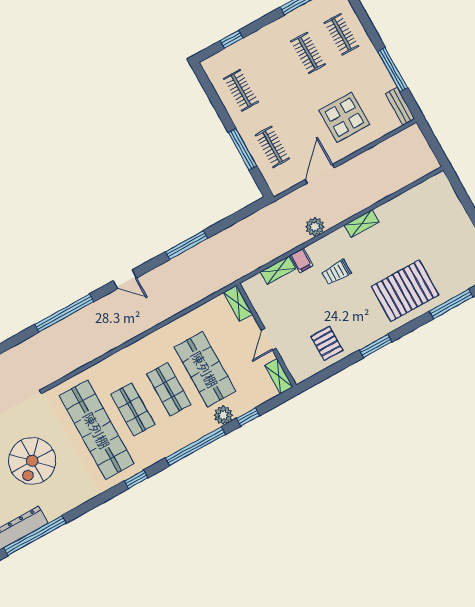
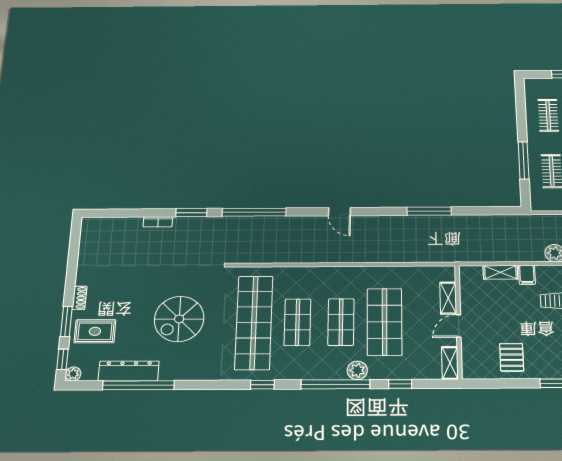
door: (125, 279) -> (339, 212), moved
shelving: (238, 303) -> (448, 298), moved
window: (64, 313) -> (254, 212), moved
plant: (223, 415) -> (357, 370), moved

